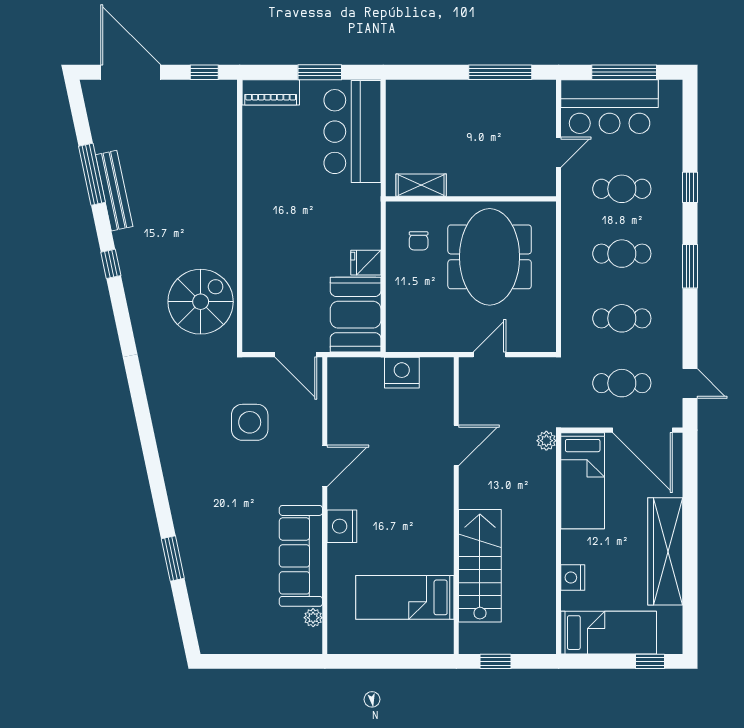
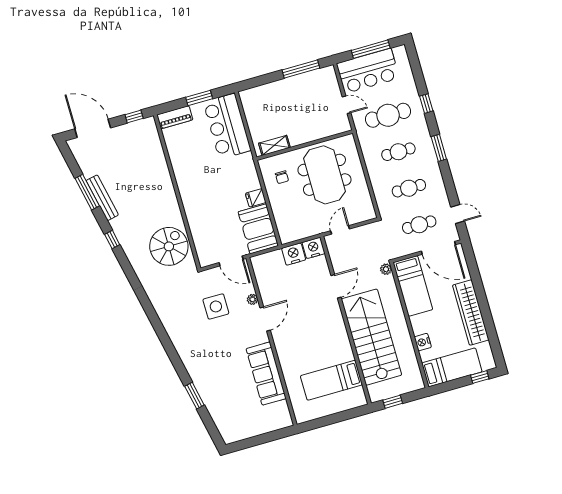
door: (559, 152) -> (346, 105), hinge flipped
cafe table: (622, 189) -> (388, 115), width x1.37, depth x1.35
nightstand: (342, 526) -> (314, 248), moved, turned 90
stairs: (480, 566) -> (371, 337), width x1.36, depth x1.51
plant: (313, 618) -> (252, 299), moved

